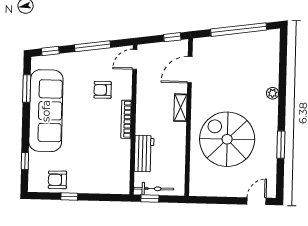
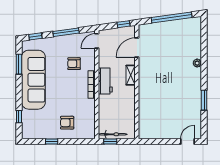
spiral stairs: (227, 139) -> (165, 97), removed
workbench: (144, 154) -> (105, 81), moved
armchair: (57, 180) -> (67, 123), moved

